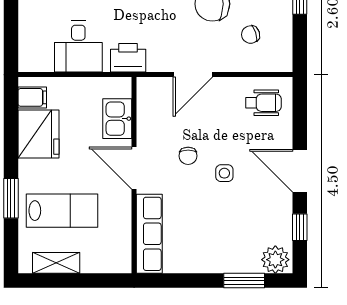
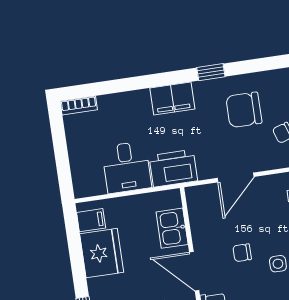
printer: (128, 58) -> (173, 168), width x1.37, depth x1.19
chair: (188, 156) -> (242, 253), turned 90

